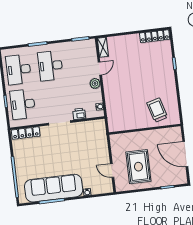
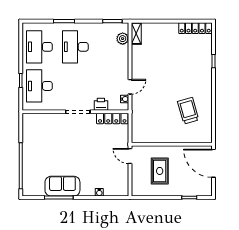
door: (100, 69) -> (130, 87), moved
plant: (95, 83) -> (123, 39), moved
wall: (145, 129) -> (172, 144), moved
locker: (26, 133) -> (112, 118), moved
rug: (138, 167) -> (160, 171), width x0.73, depth x0.70
door: (112, 170) -> (130, 156), moved
sofa: (54, 188) -> (62, 186), width x0.54, depth x0.79

